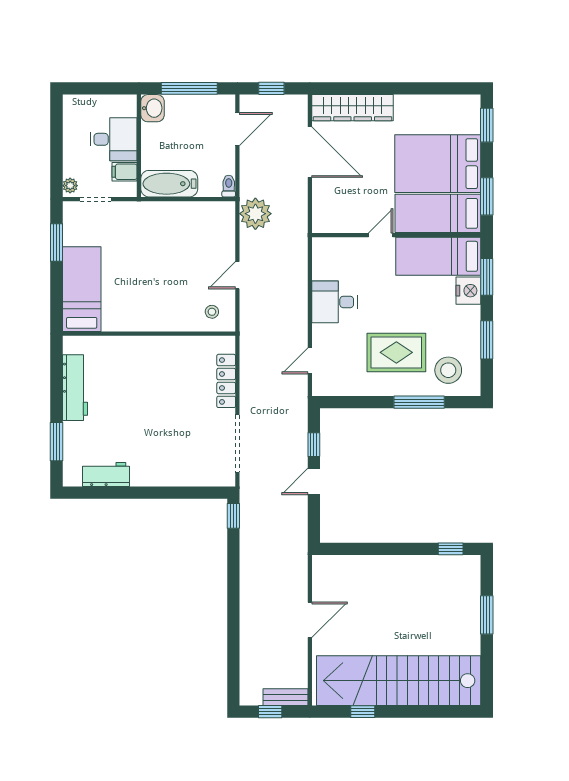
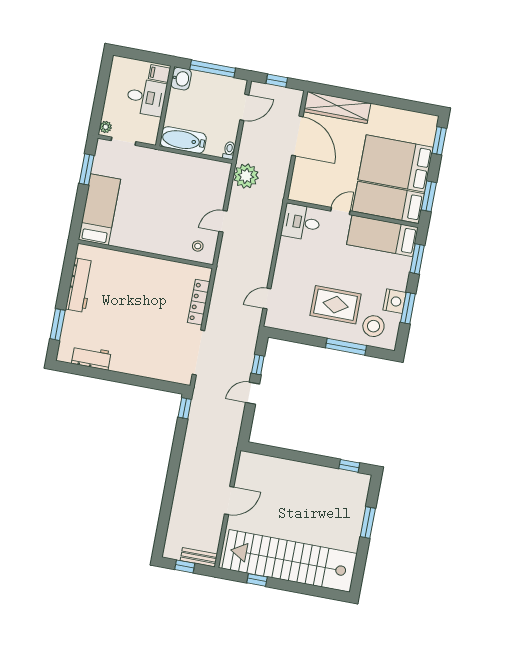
filing cabinet: (125, 172) -> (159, 73), moved
nightstand: (468, 291) -> (394, 301), moved
desk: (334, 302) -> (301, 222), moved

